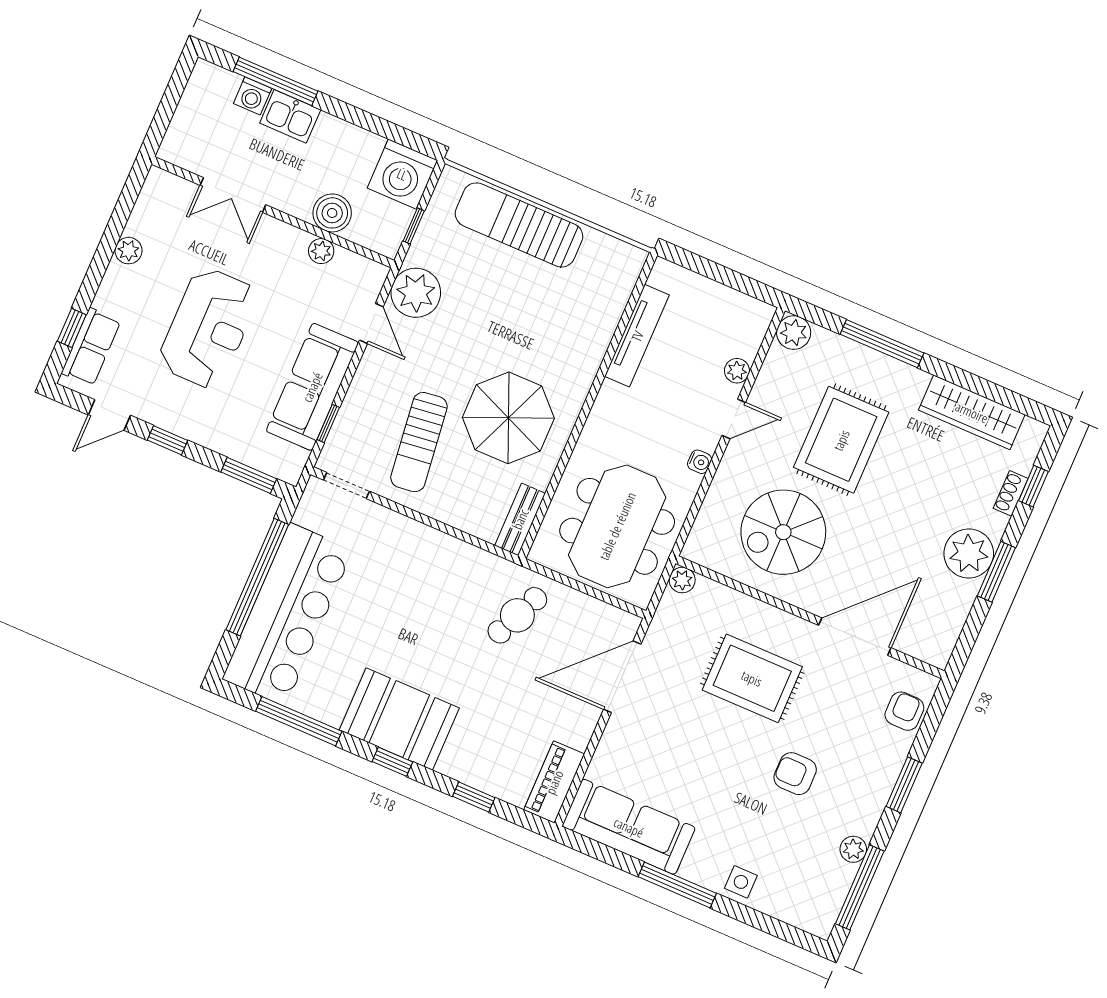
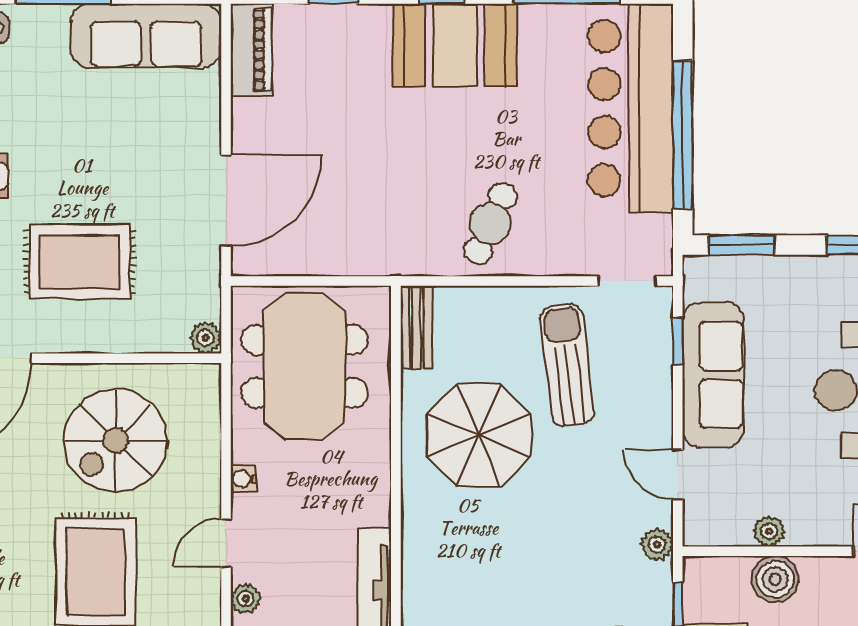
plant: (416, 293) -> (657, 544), width x0.53, depth x0.53
spiral stairs: (783, 532) -> (115, 440), turned 180
cafe table: (517, 615) -> (490, 223), moved

